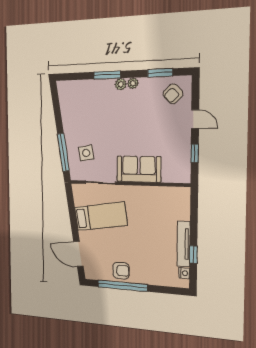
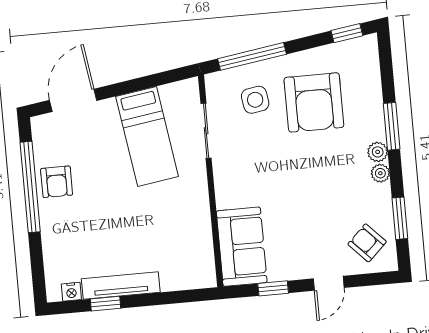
window: (55, 98) -> (347, 33), added
armchair: (90, 120) -> (314, 102), added
sofa: (139, 169) -> (242, 247), moved

